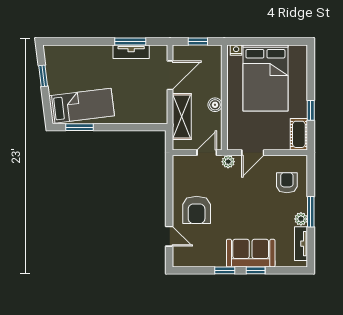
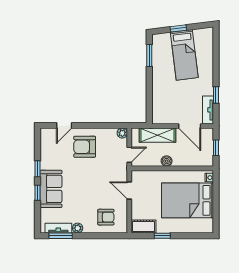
window: (130, 41) -> (216, 95), width x0.67
tv unit: (131, 52) -> (208, 110), moved
window: (43, 76) -> (178, 28), moved
bed: (82, 106) -> (184, 55), moved
door: (207, 153) -> (129, 155), hinge flipped
plant: (228, 162) -> (122, 133), moved
window: (311, 212) -> (61, 236), moved

